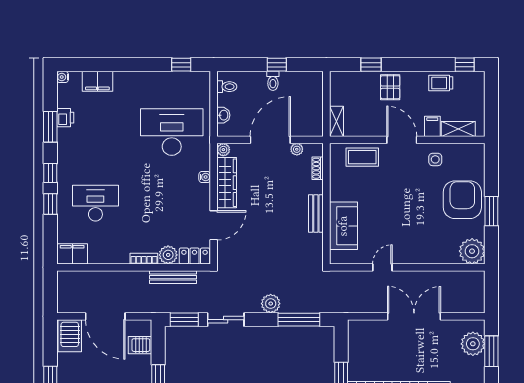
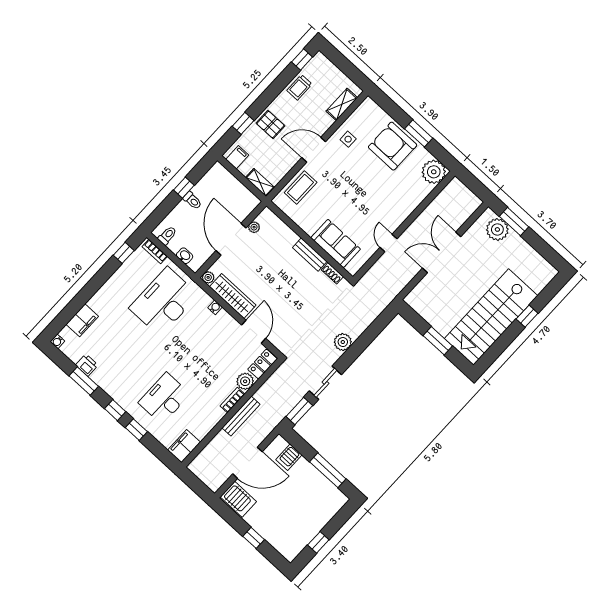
bookcase: (205, 88) -> (155, 252), added
filing cabinet: (432, 126) -> (237, 157), moved, turned 90
shoe rack: (318, 168) -> (332, 273), moved
bench: (173, 277) -> (241, 416), moved
window: (299, 320) -> (371, 333), removed

